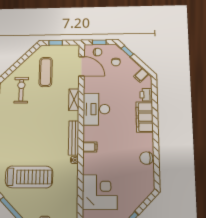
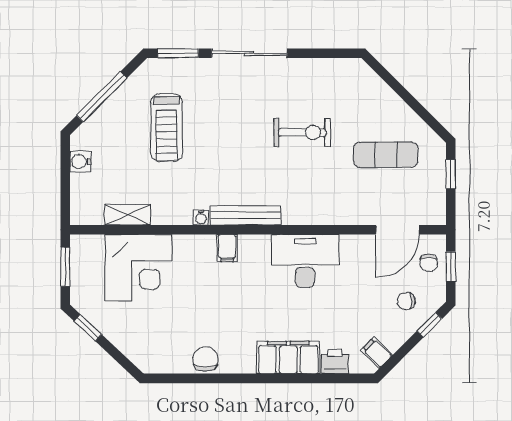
exercise bike: (21, 90) -> (302, 133), moved
shelving: (74, 100) -> (128, 215), moved
treadmill: (29, 177) -> (167, 128), width x0.73, depth x0.73

